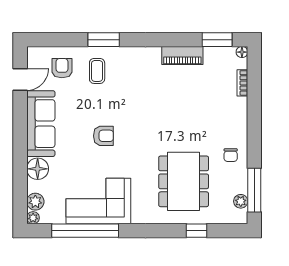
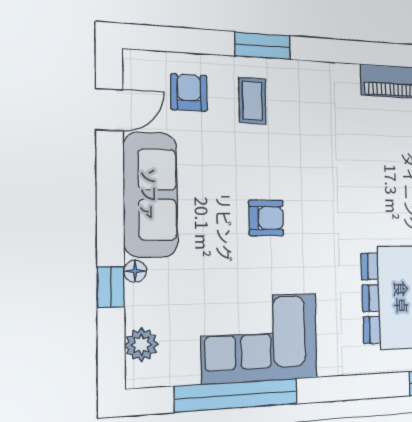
floor lamp: (38, 169) -> (135, 271), width x0.53, depth x0.53
window: (20, 172) -> (111, 287), added
plant: (33, 218) -> (137, 376), removed

